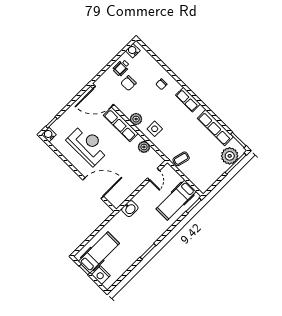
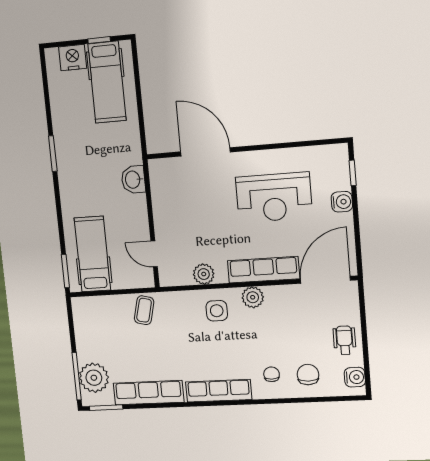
chair: (128, 83) -> (308, 375), moved
row of seats: (188, 100) -> (219, 391), width x1.48
water cooler: (49, 135) -> (342, 202), moved
door: (93, 188) -> (205, 152), swing flipped

